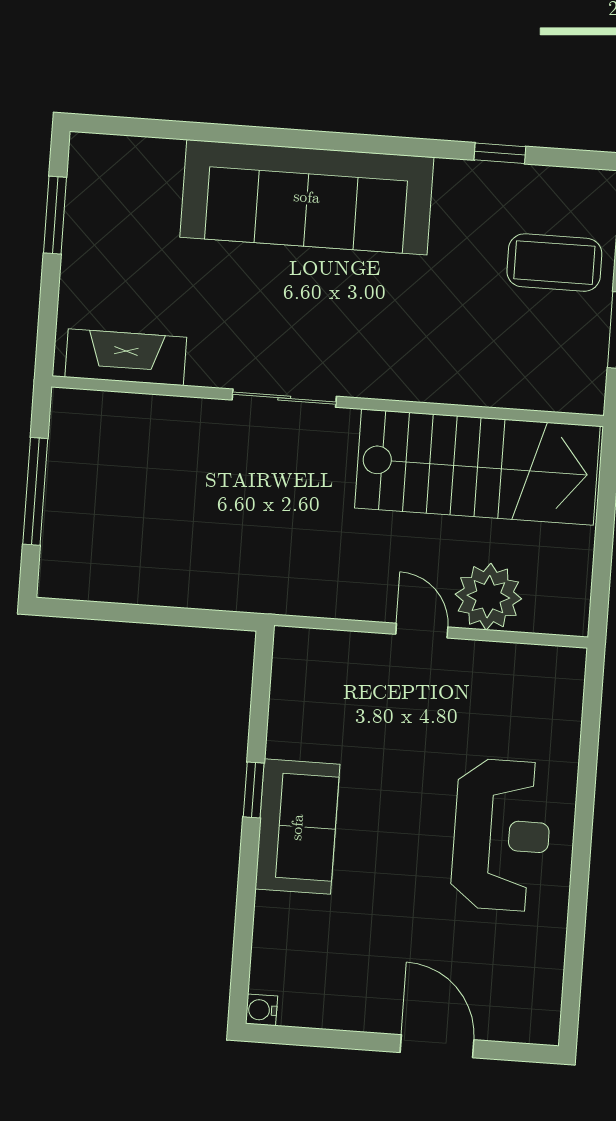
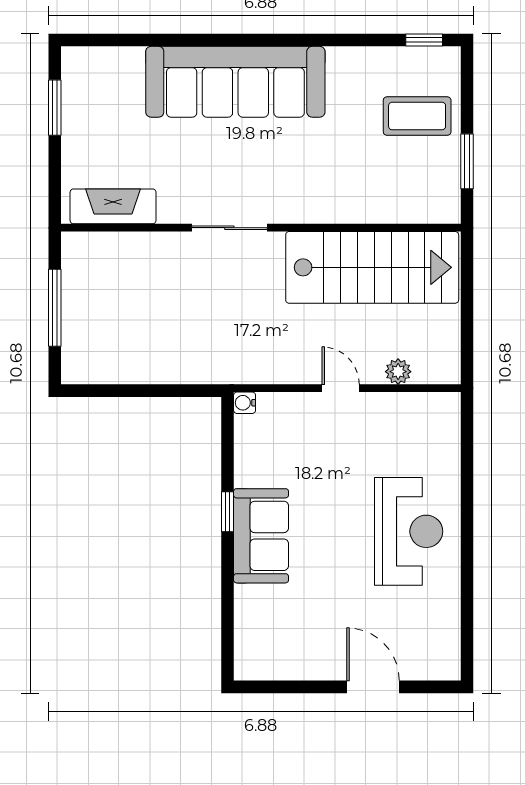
window: (500, 153) -> (424, 40), moved
plant: (488, 597) -> (398, 372), width x0.53, depth x0.53
water cooler: (261, 1010) -> (245, 403), moved

